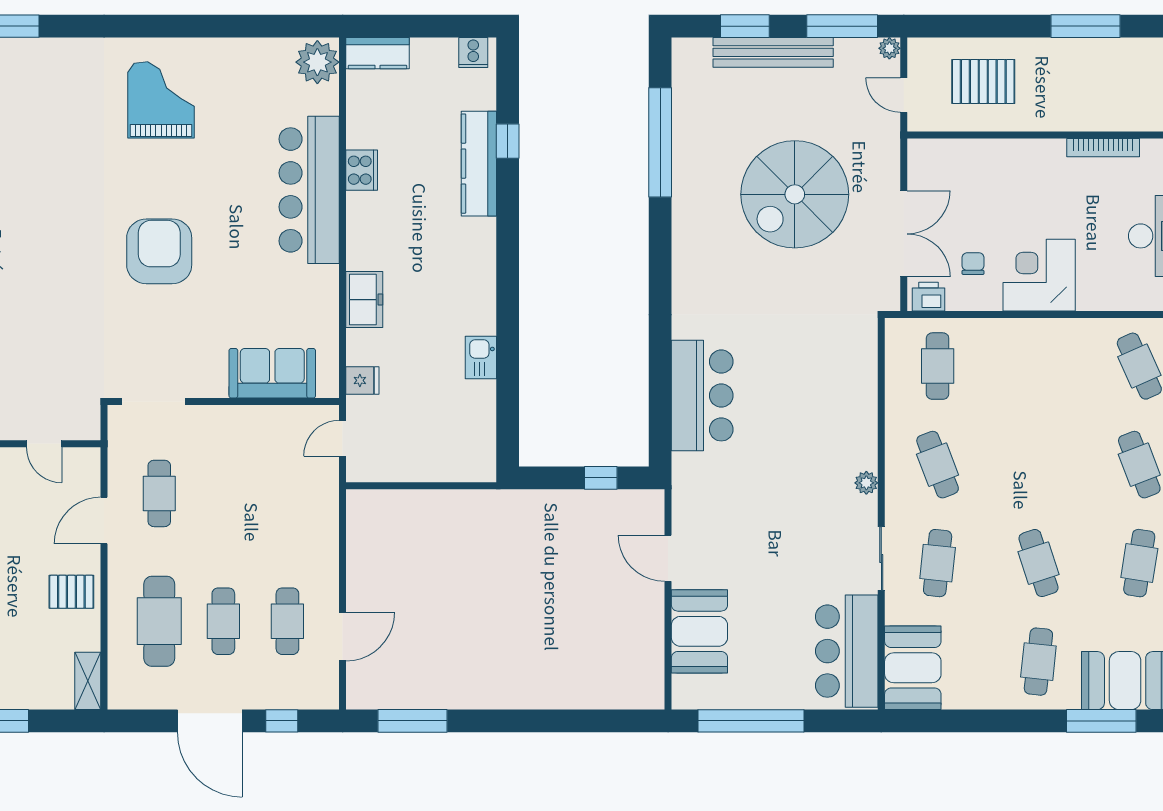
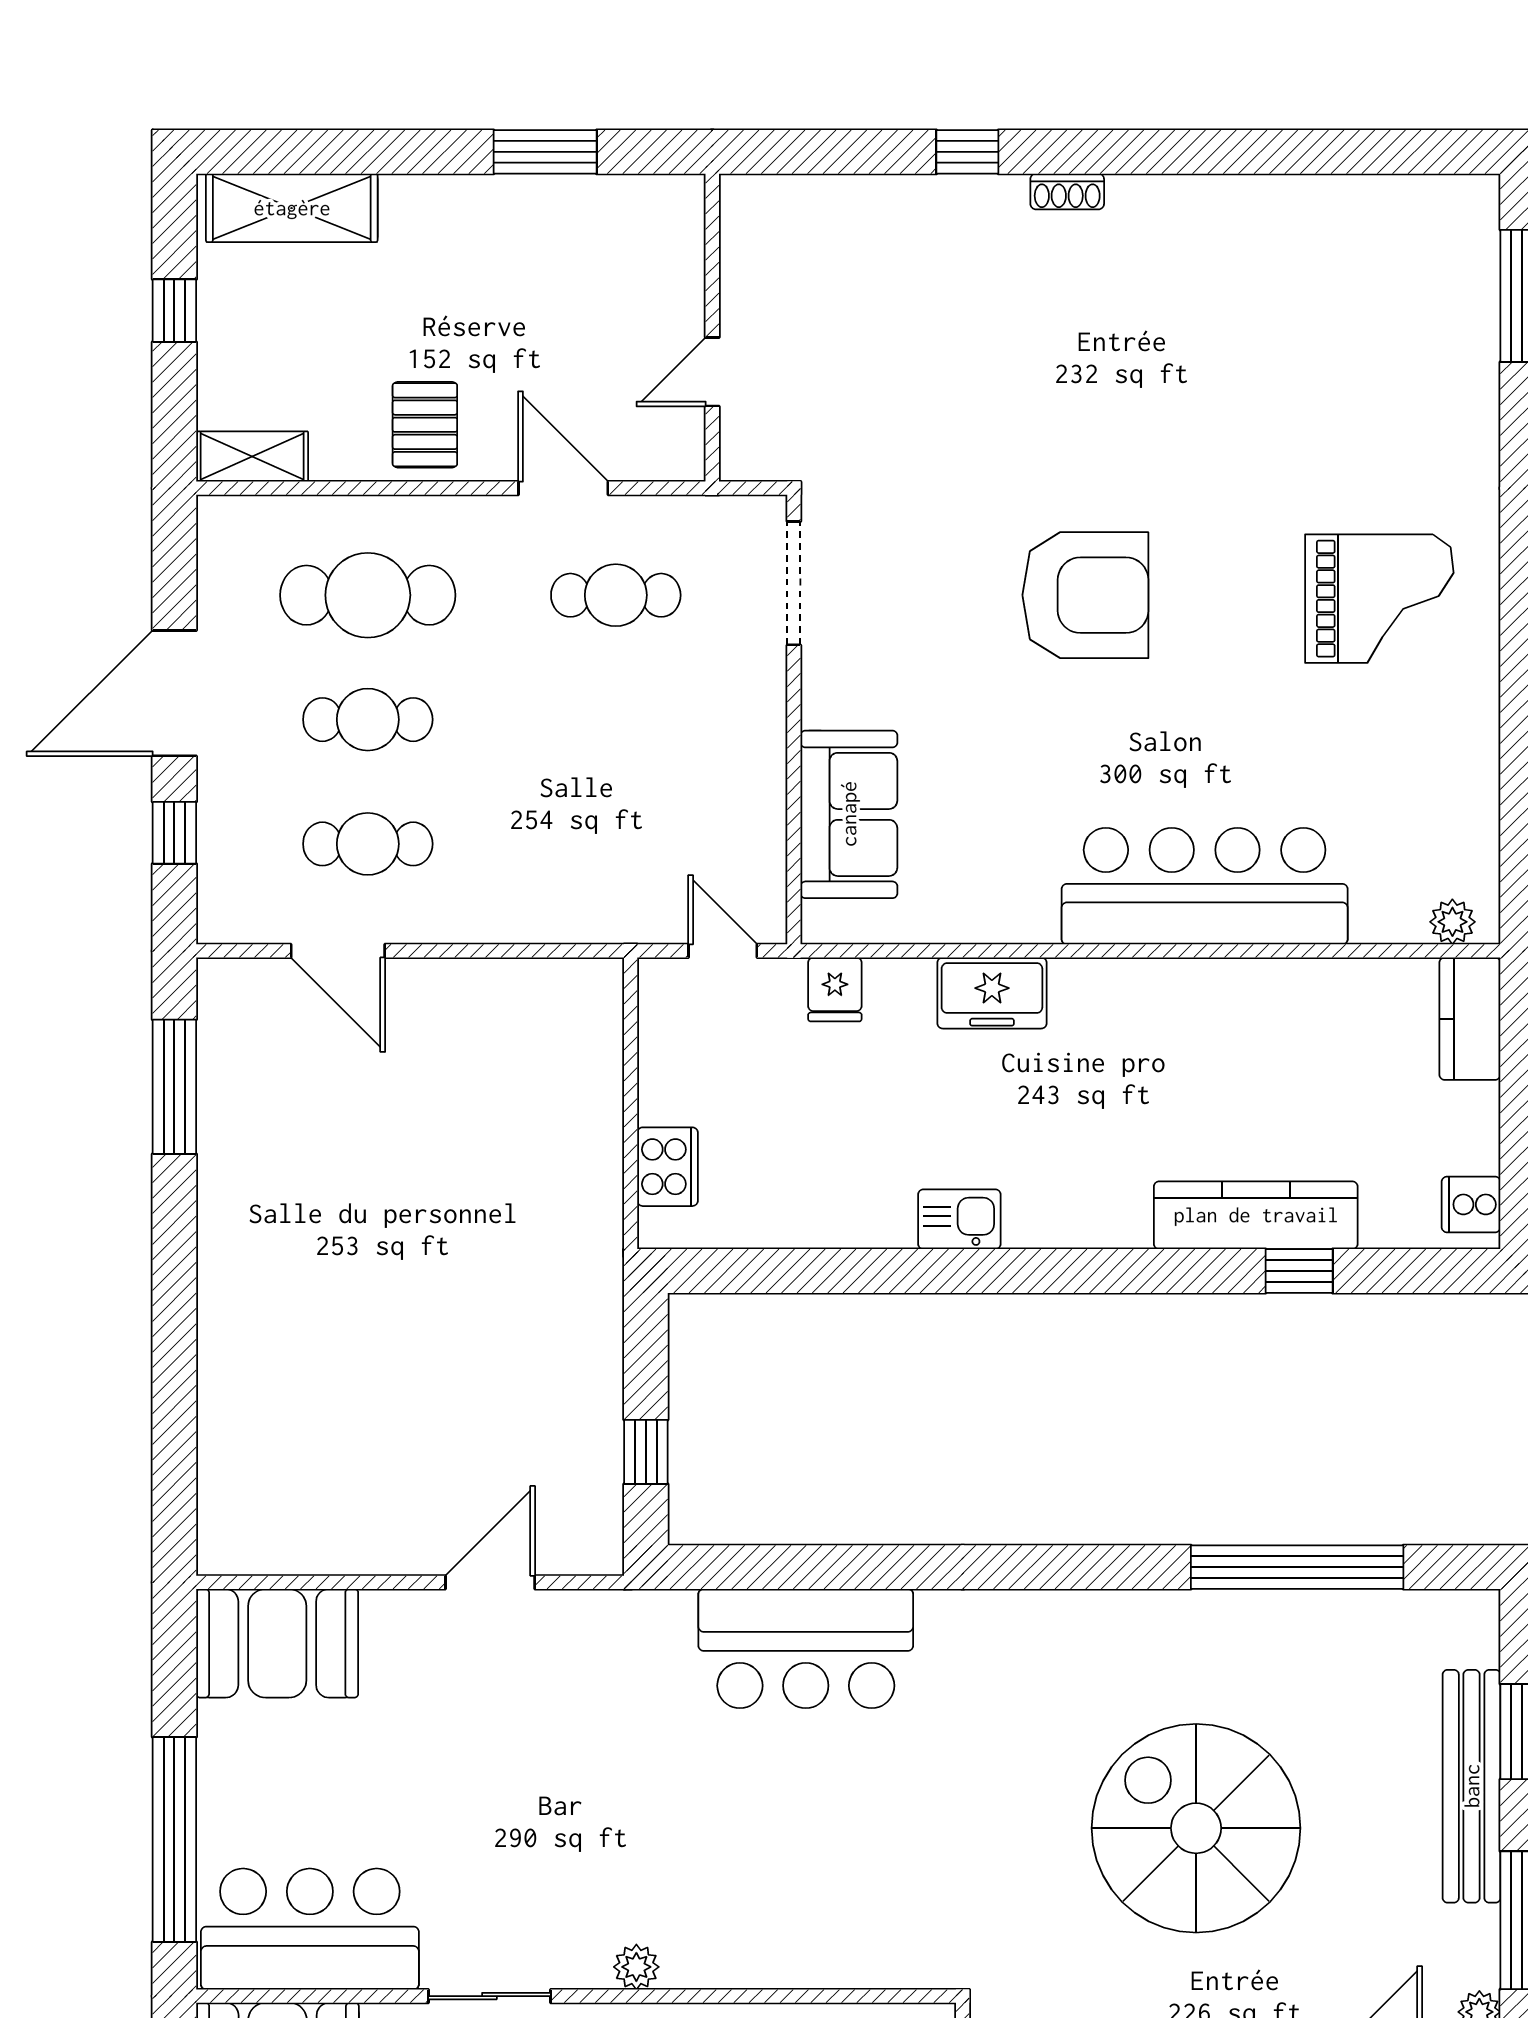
plant: (317, 62) -> (1452, 922), width x0.53, depth x0.53
cooker: (362, 170) -> (668, 1167), moved, turned -90
kitchen sink: (481, 358) -> (959, 1219), moved
booth: (699, 631) -> (277, 1643), moved
window: (751, 721) -> (174, 1840), moved

